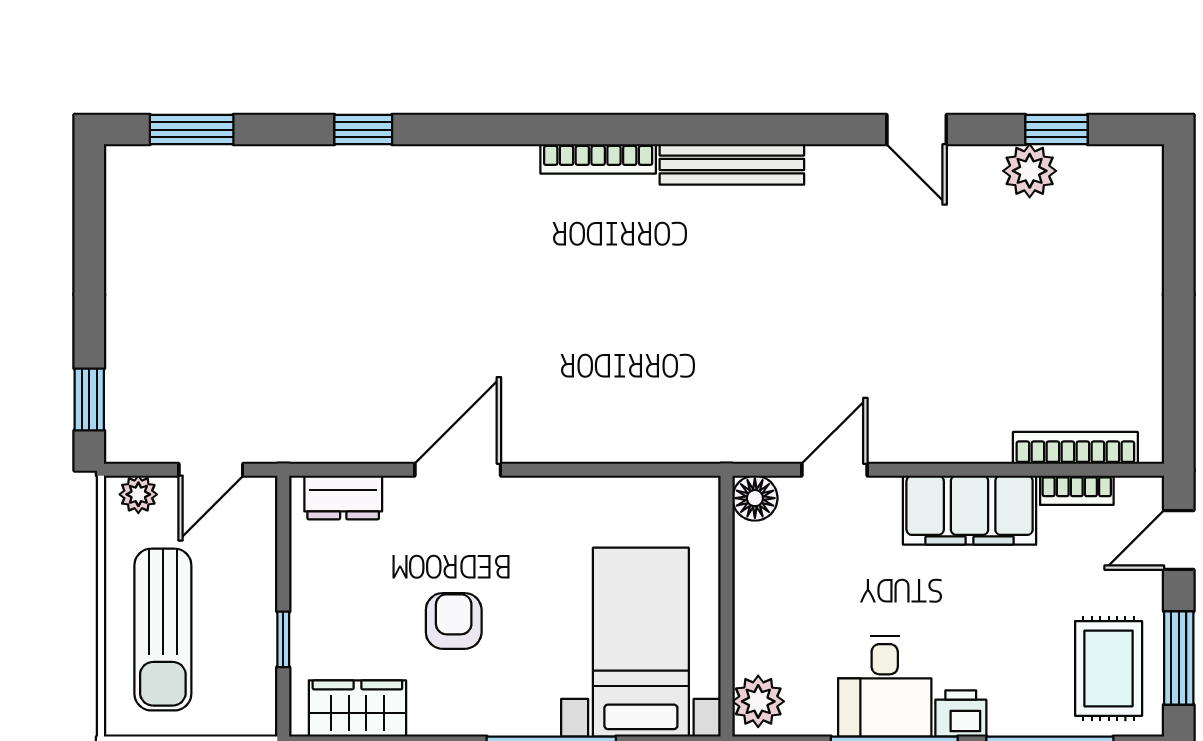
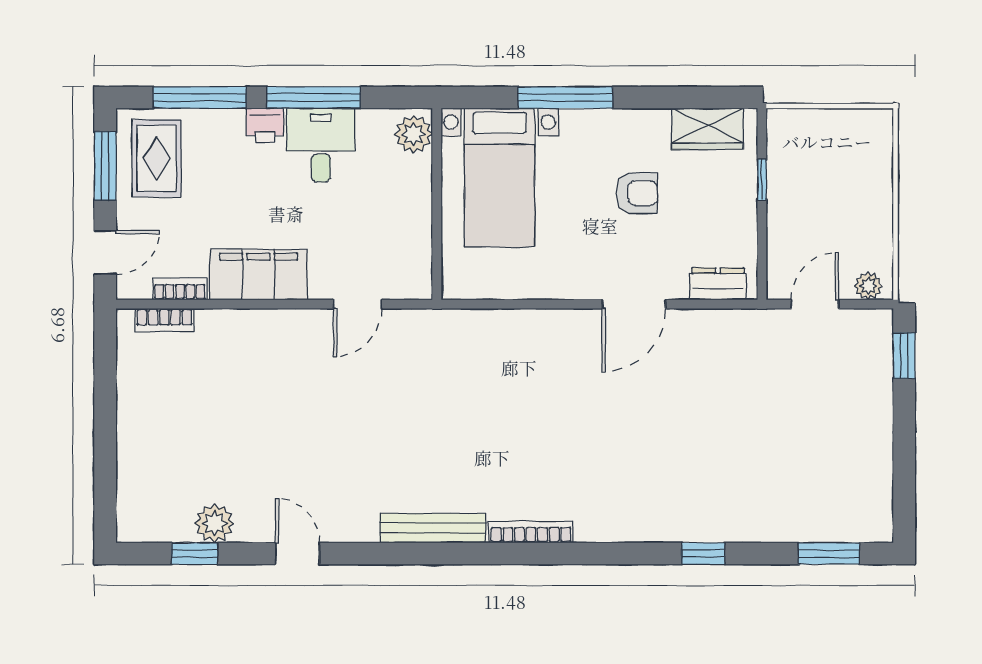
bookcase: (1075, 448) -> (164, 320), width x0.64
floor lamp: (755, 498) -> (416, 283), removed
armchair: (454, 621) -> (637, 193), turned -90
sun lounger: (163, 630) -> (850, 187), removed

